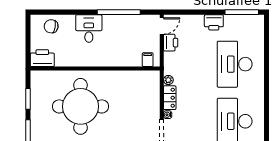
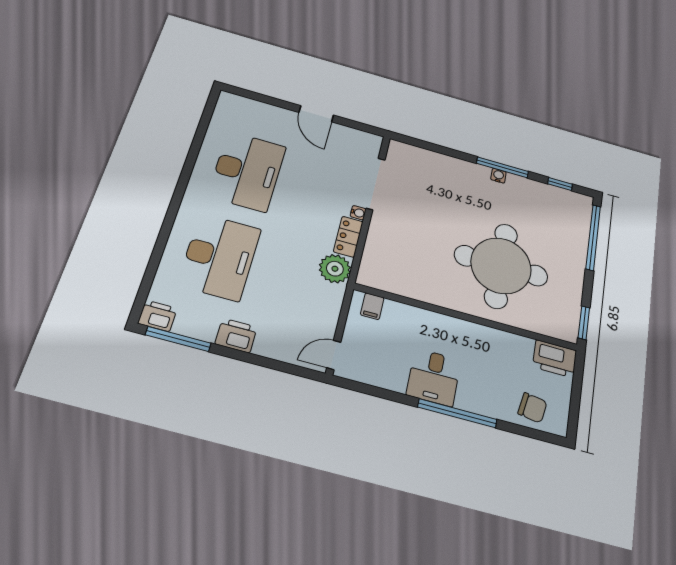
window: (119, 12) -> (457, 413), moved
desk: (89, 29) -> (434, 377), moved
printer: (171, 43) -> (157, 316), moved, turned 90
plant: (168, 80) -> (335, 269), width x1.88, depth x1.88
window: (28, 99) -> (584, 323), moved

